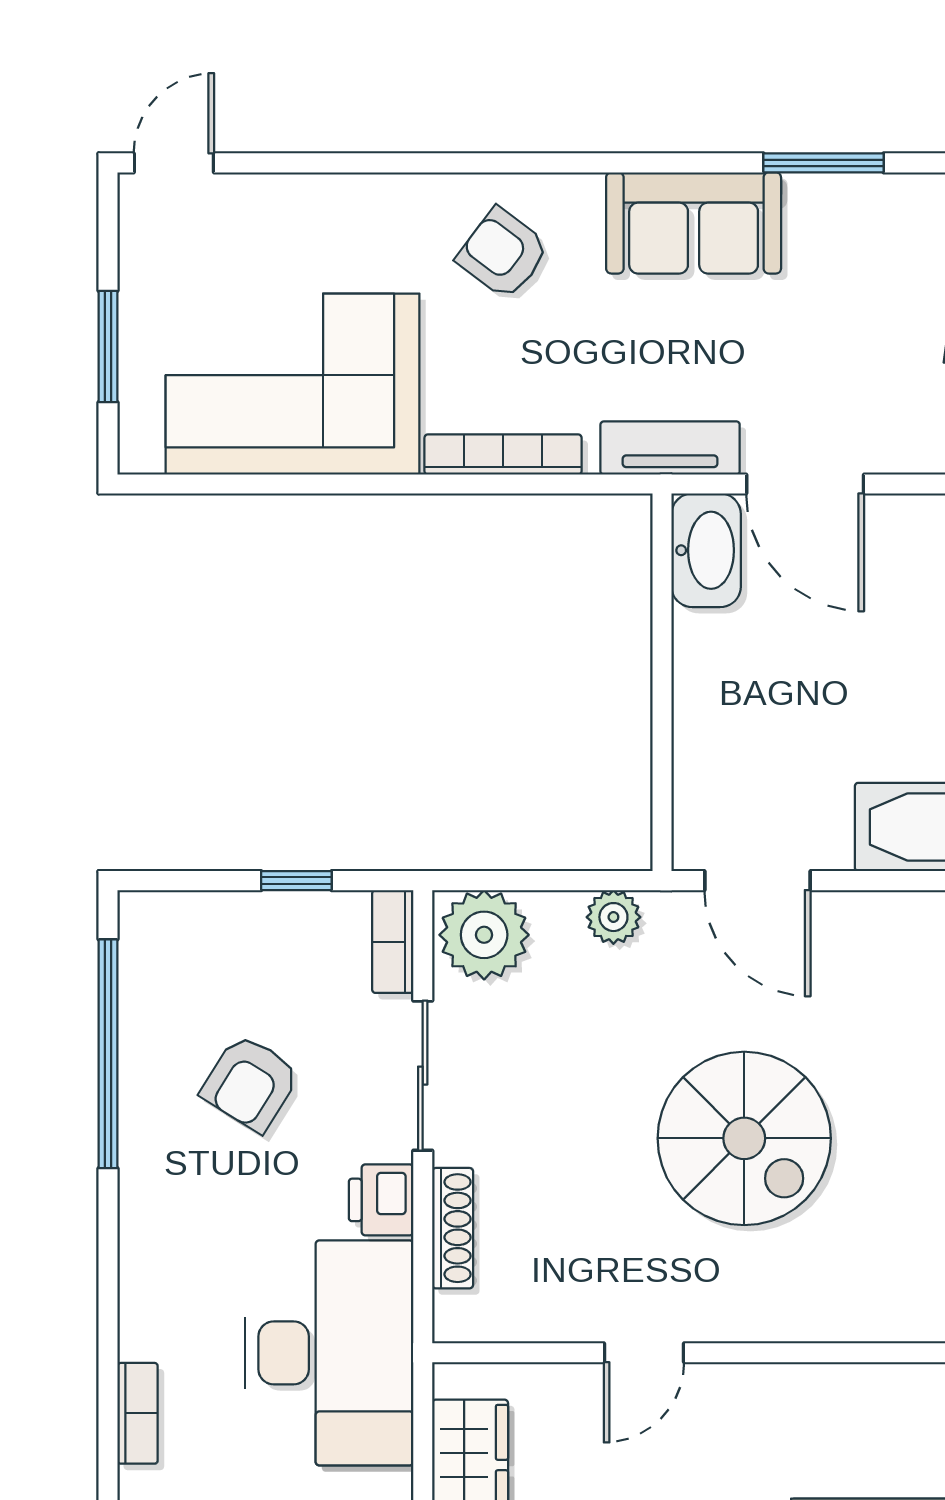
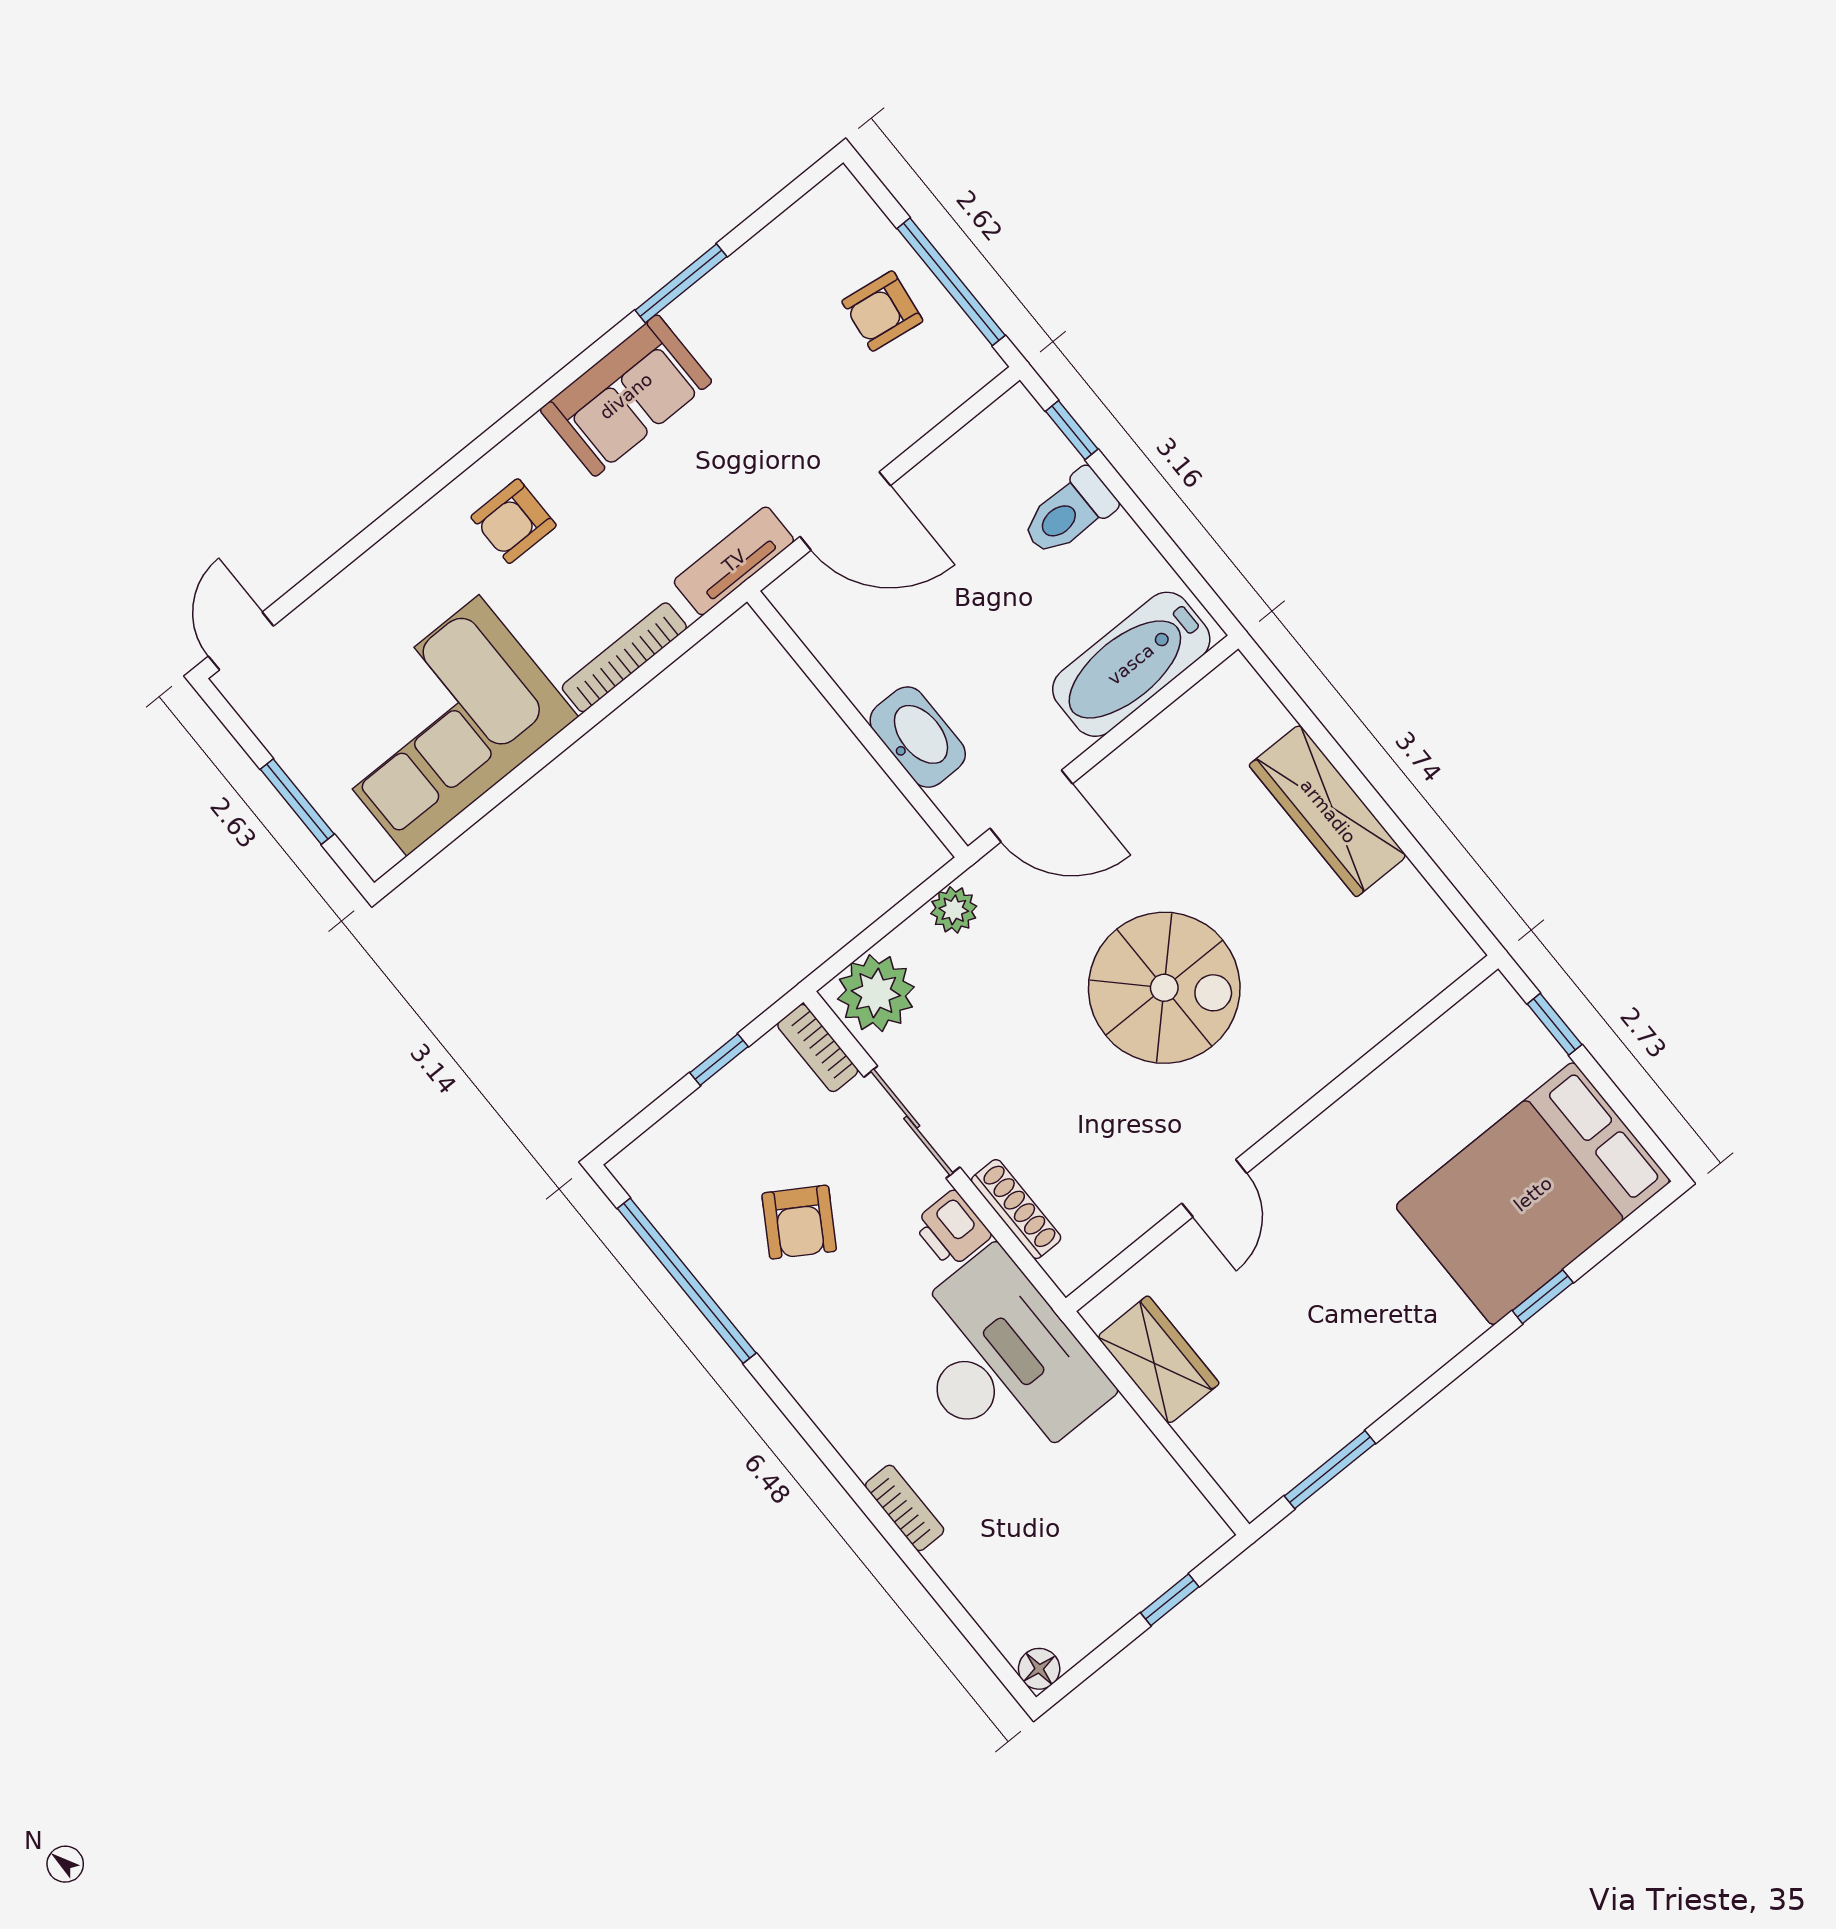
armchair: (503, 253) -> (514, 521), turned -37
washbasin: (706, 550) -> (918, 737), moved

